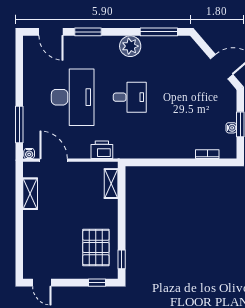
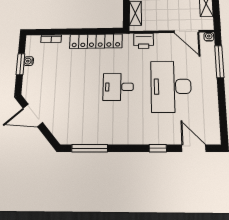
window: (88, 32) -> (158, 148), width x0.67
plant: (130, 46) -> (117, 134), removed
locker: (156, 150) -> (96, 41), added

